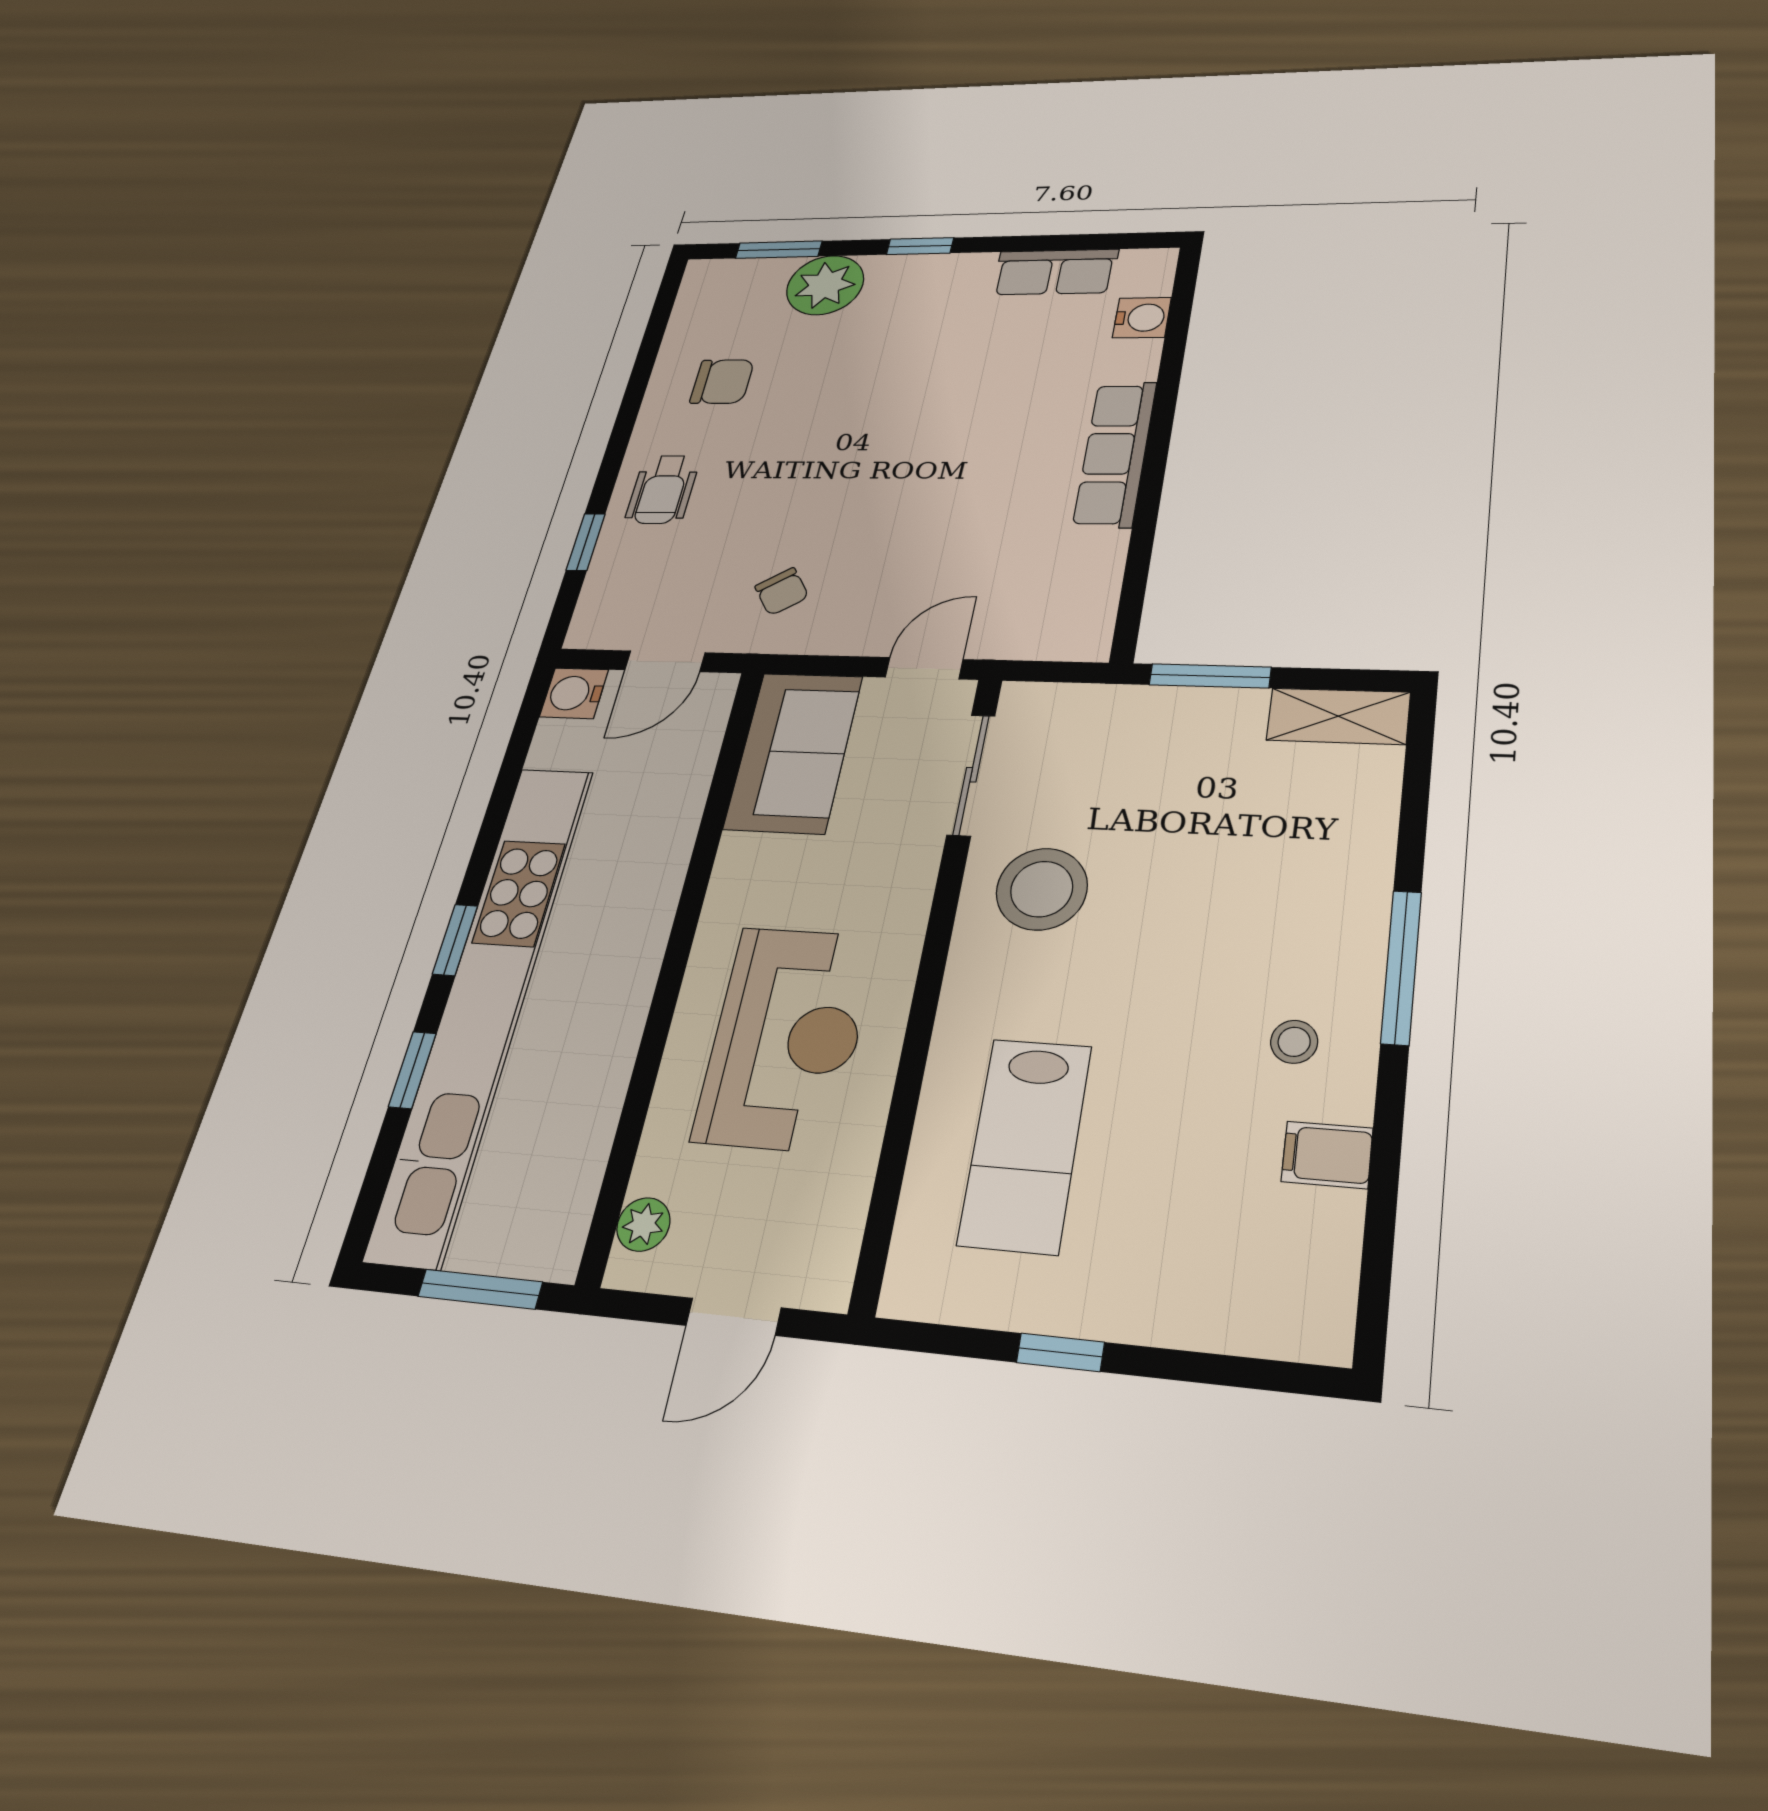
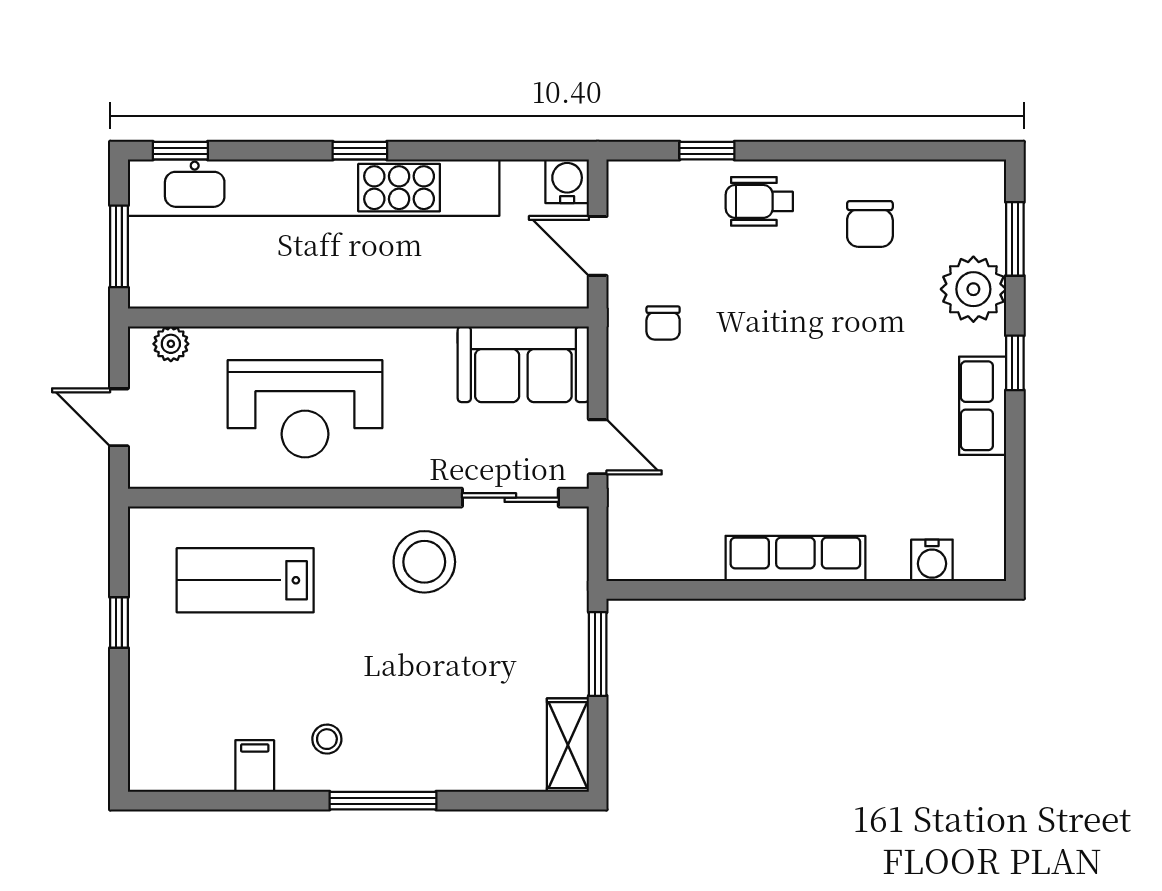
row of seats: (1055, 272) -> (983, 406), moved
chair: (782, 592) -> (663, 323), turned -56
window: (412, 1070) -> (180, 151), moved

